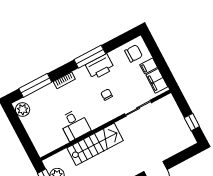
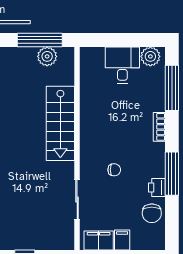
chair: (134, 53) -> (152, 213), moved
printer: (100, 67) -> (157, 188), width x0.53, depth x0.68
desk: (74, 125) -> (122, 65), moved, turned 90

